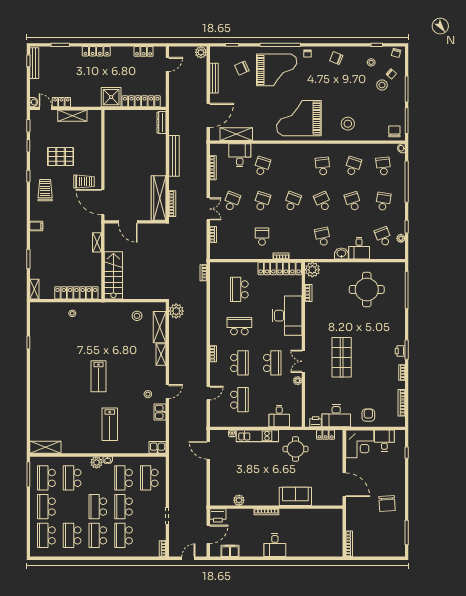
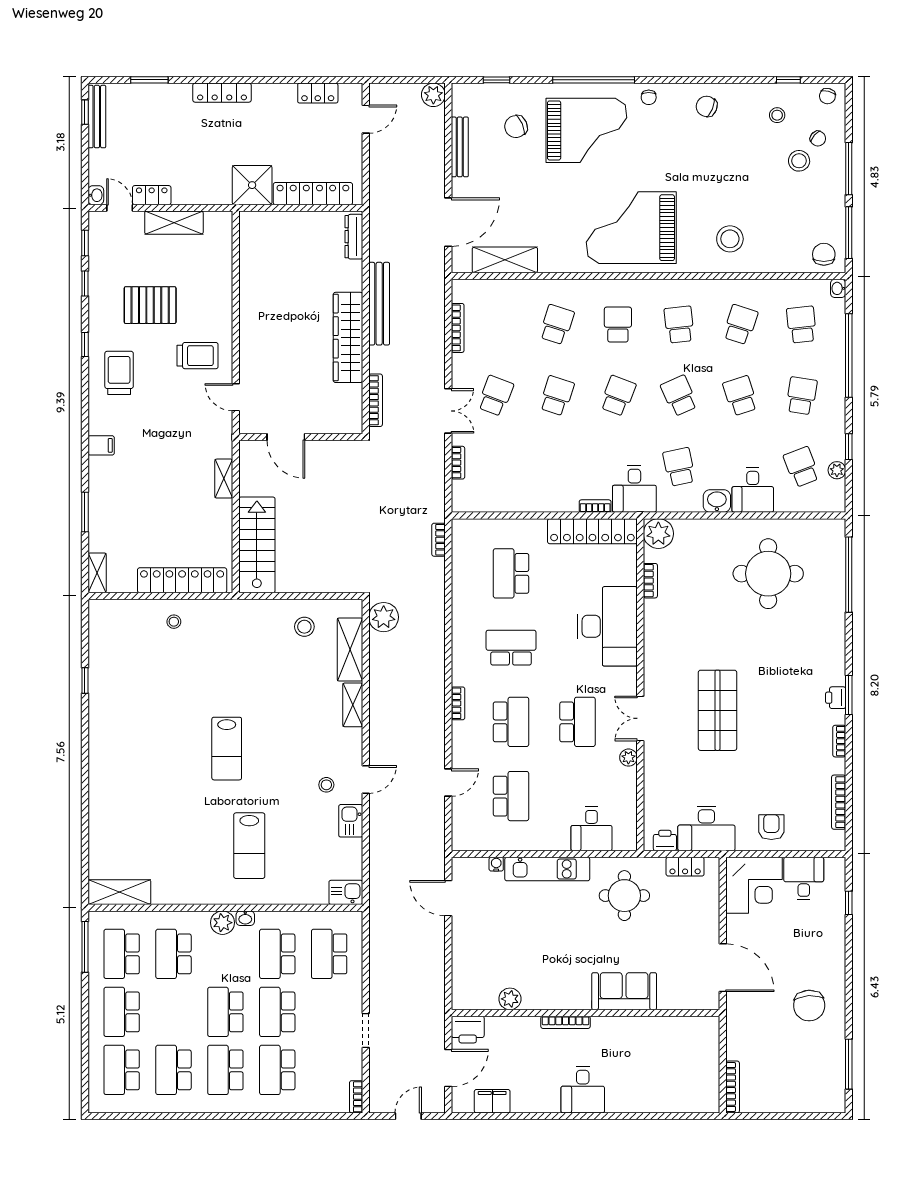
desk: (240, 155) -> (634, 489), moved, turned 180
wardrobe: (159, 198) -> (348, 337), moved
door: (103, 202) -> (236, 397), width x0.53
school desk: (262, 237) -> (618, 325), moved

